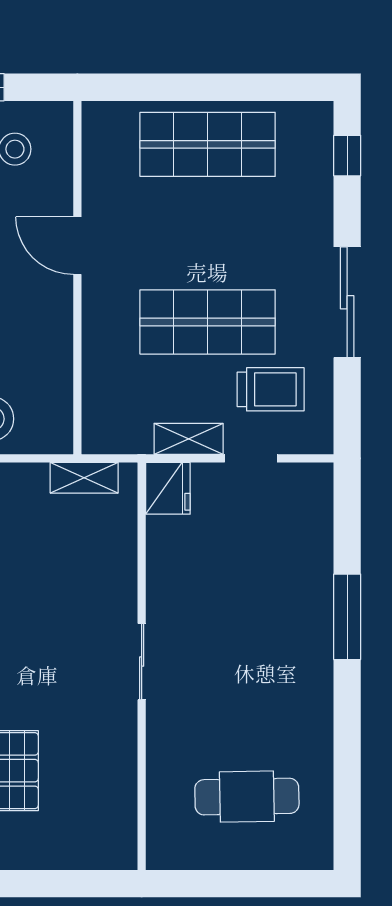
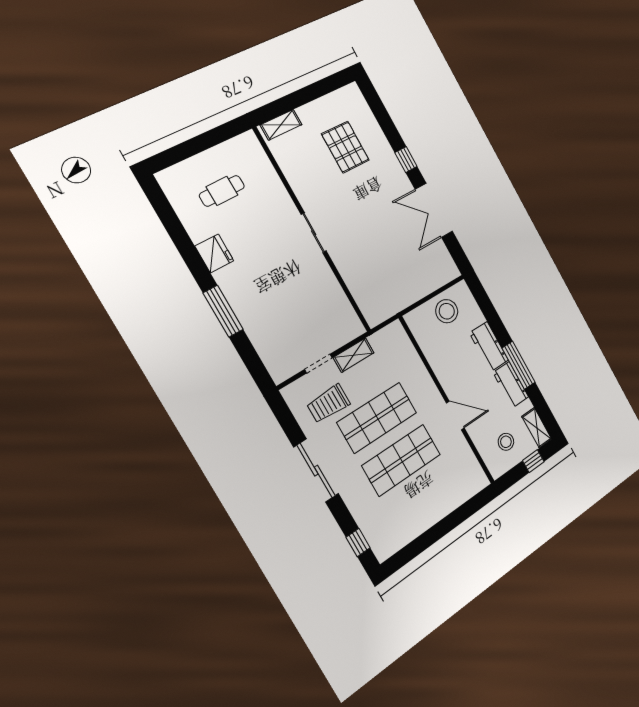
shop shelf: (208, 144) -> (401, 460), moved
shelving: (84, 478) -> (281, 125), moved
fridge: (168, 488) -> (214, 253), moved, turned 180
cafe table: (247, 797) -> (222, 191), width x0.73, depth x0.74

